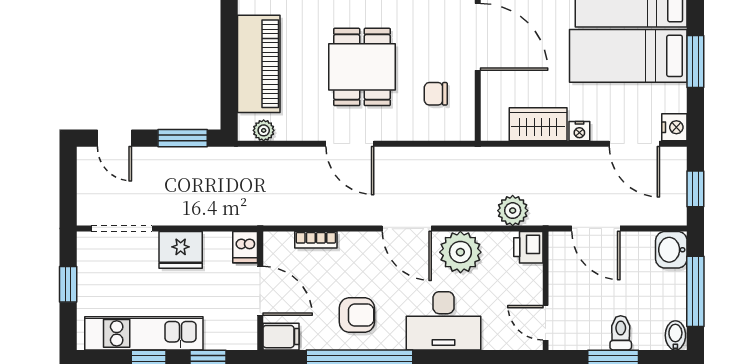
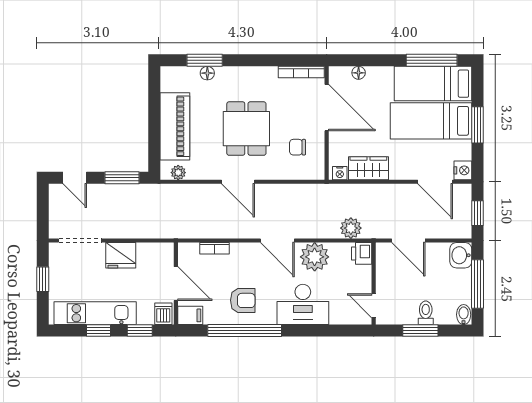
nightstand: (579, 131) -> (340, 173), moved
dishwasher: (245, 247) -> (163, 314), moved, turned 180

